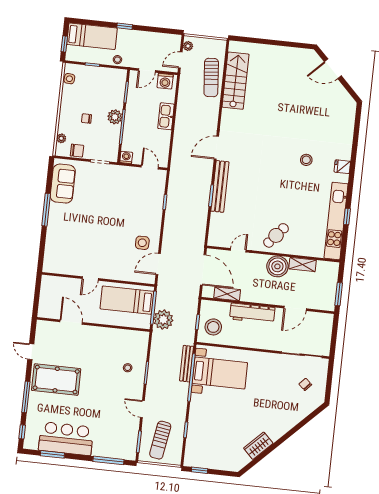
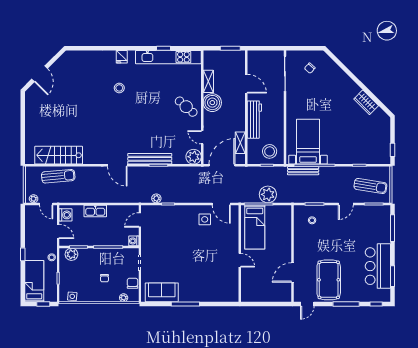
plant: (115, 117) -> (71, 254), moved
plant: (173, 189) -> (156, 198), added
plant: (217, 238) -> (194, 157), added
door: (71, 322) -> (292, 272), moved
wall: (93, 324) -> (292, 253), moved

